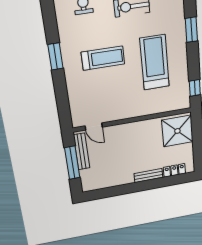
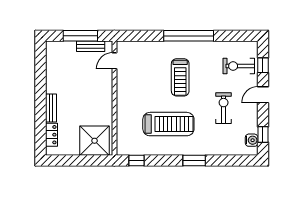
window: (56, 56) -> (189, 36), width x2.11
bench: (82, 151) -> (91, 46), width x0.73

